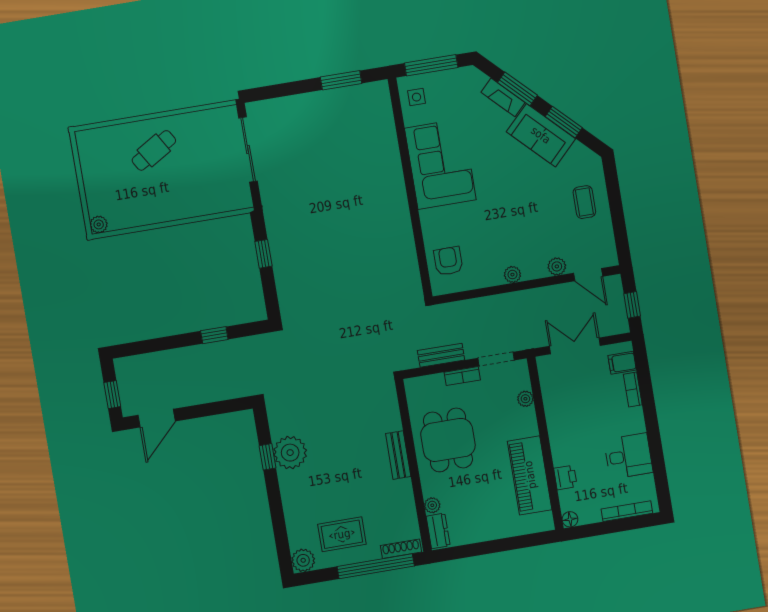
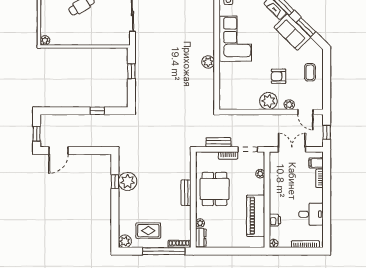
plant: (399, 214) -> (208, 62), added
armchair: (448, 261) -> (279, 76), moved, turned -90
plant: (512, 275) -> (268, 101), width x1.88, depth x1.88

